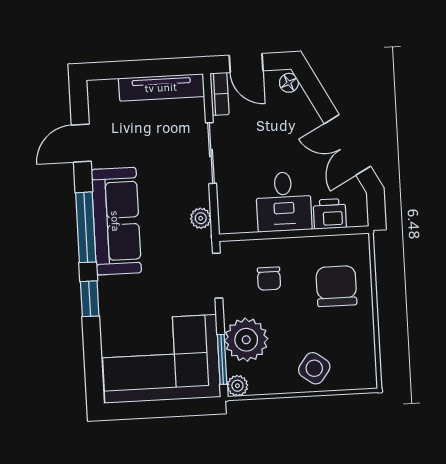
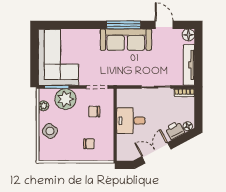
door: (246, 63) -> (198, 106), removed
floor lamp: (99, 92) -> (188, 35), added
printer: (330, 214) -> (175, 130), moved, turned -118
plant: (201, 218) -> (125, 80), removed
chair: (336, 286) -> (89, 144), width x0.54, depth x0.54
window: (90, 299) -> (89, 25), removed
plant: (237, 386) -> (44, 106), moved

